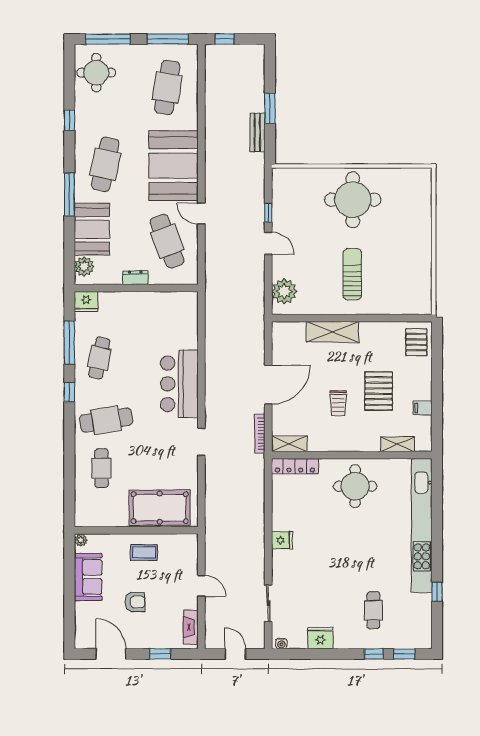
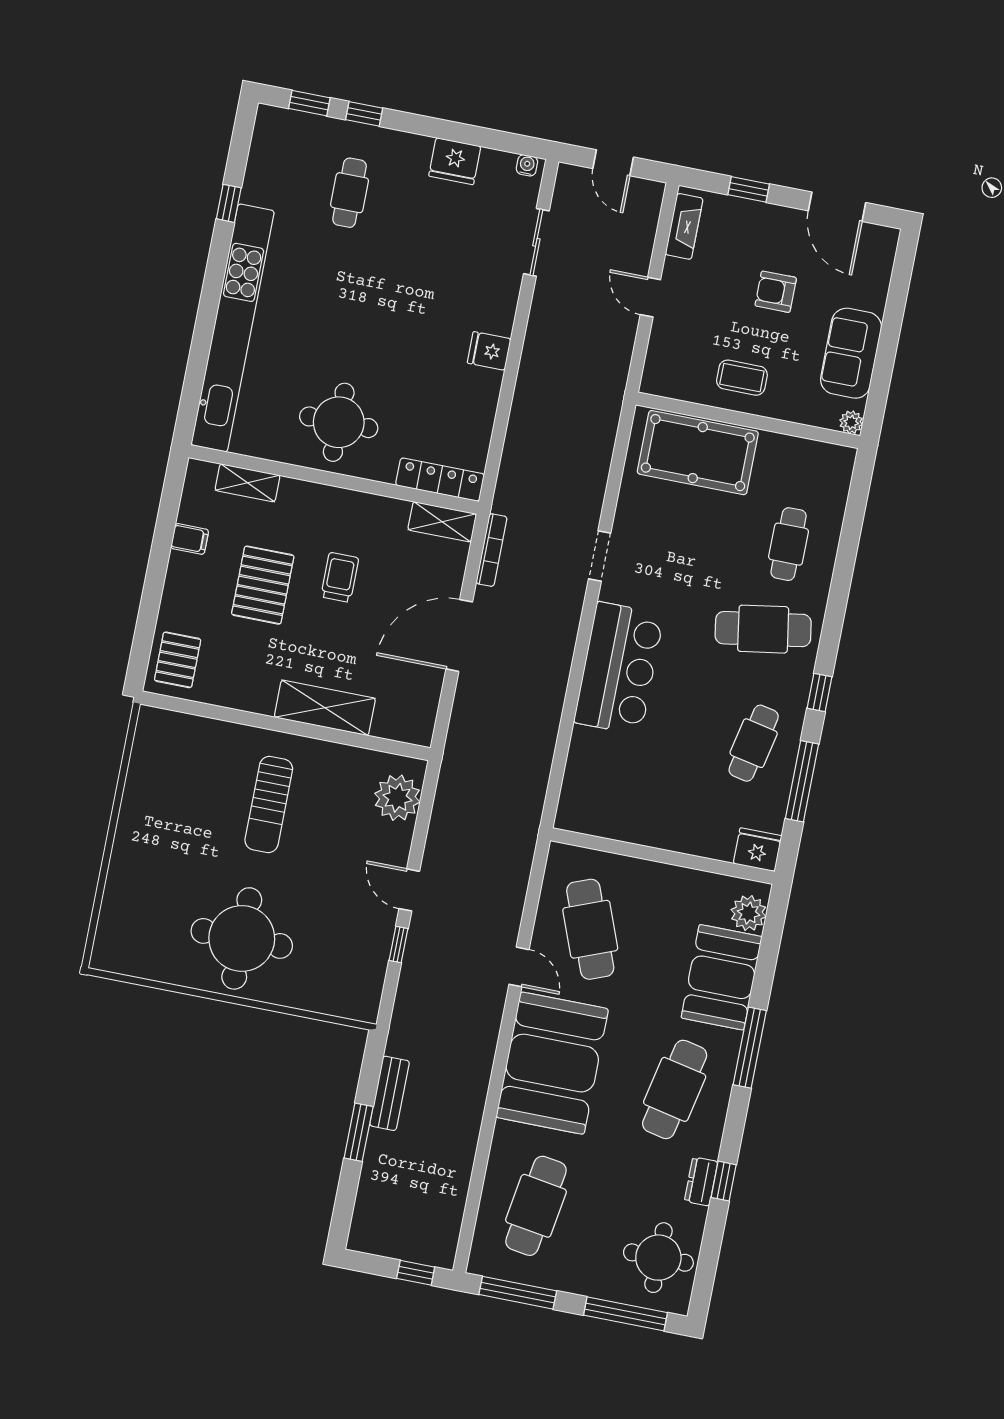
dresser: (135, 278) -> (701, 1181), moved, turned 90

